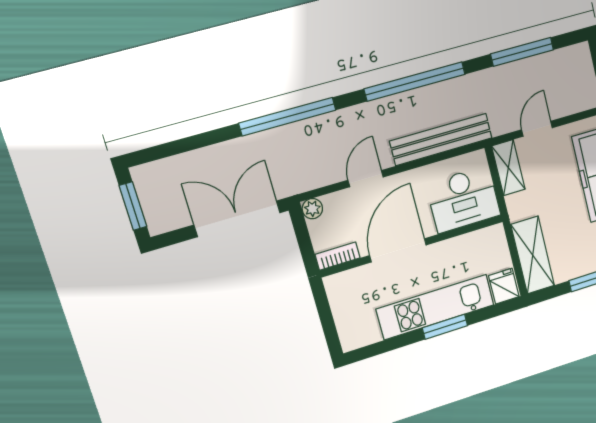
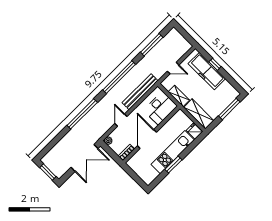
door: (537, 129) -> (173, 68), swing flipped
shelving: (508, 168) -> (179, 96), moved
double door: (237, 219) -> (84, 158), swing flipped
window: (445, 327) -> (173, 165), moved

